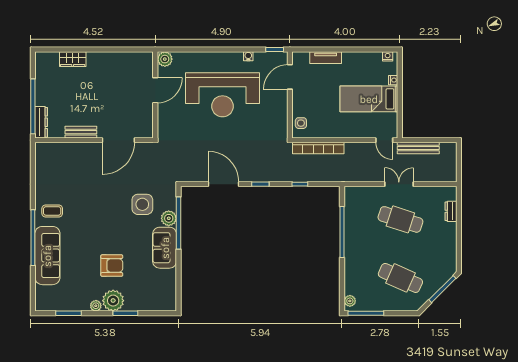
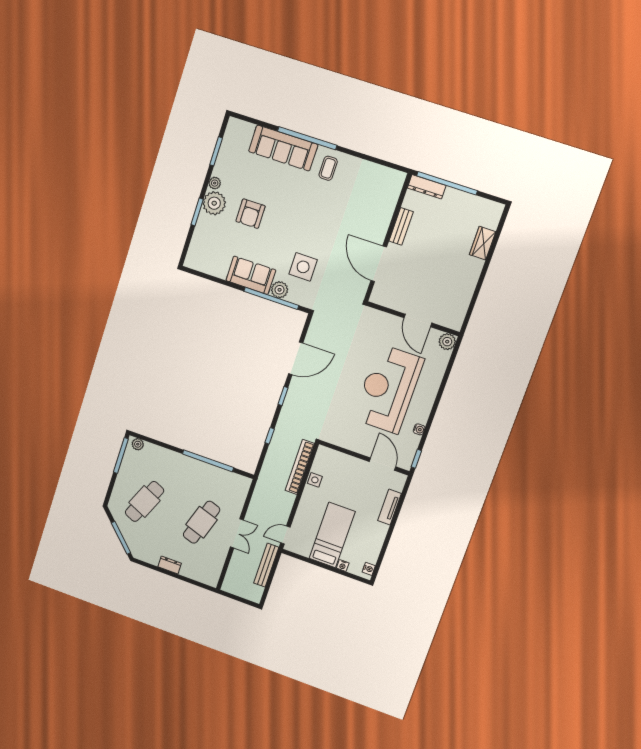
side table: (301, 123) -> (315, 480), moved
dresser: (451, 211) -> (170, 565), moved

